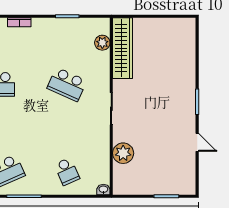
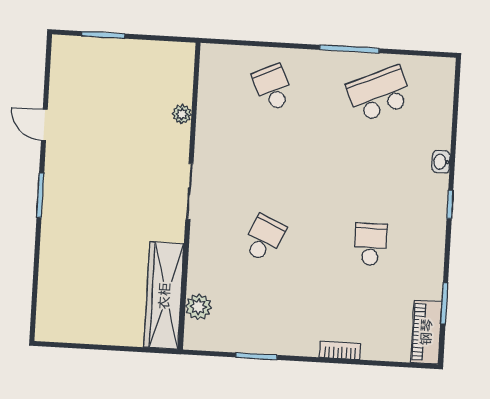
school desk: (67, 84) -> (264, 238), width x0.54
plant: (123, 153) -> (182, 114), width x0.53, depth x0.53
washbasin: (103, 189) -> (211, 53), removed

